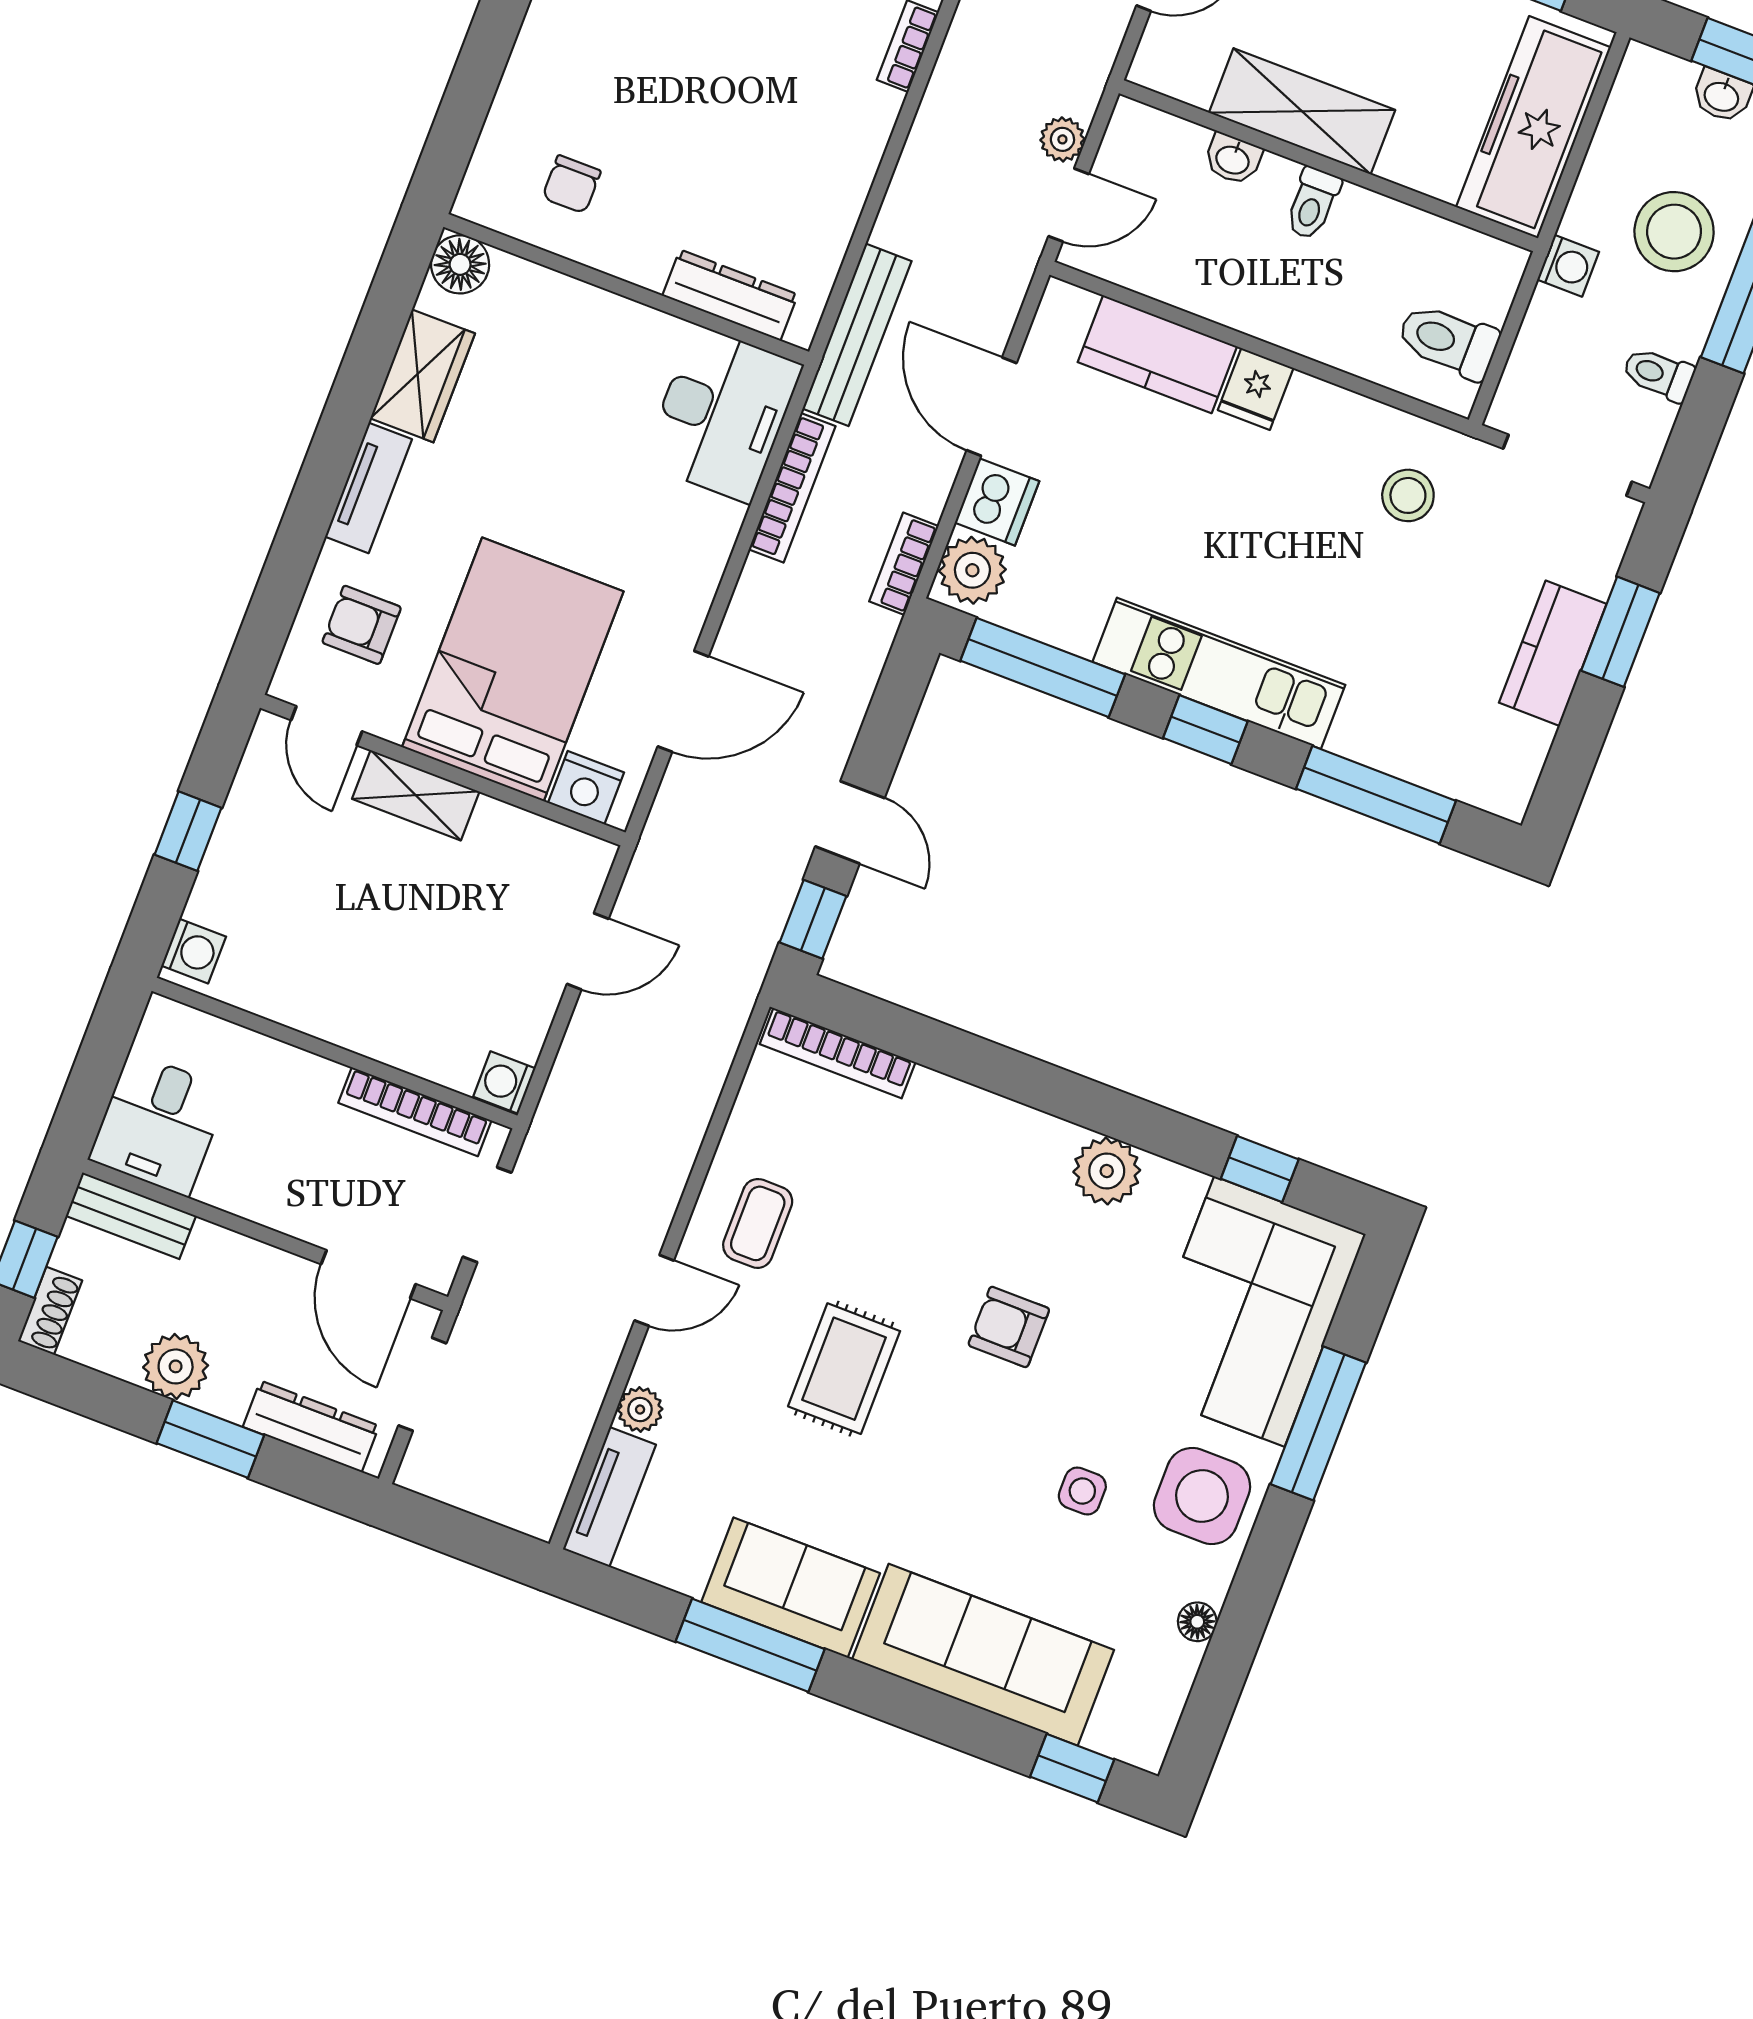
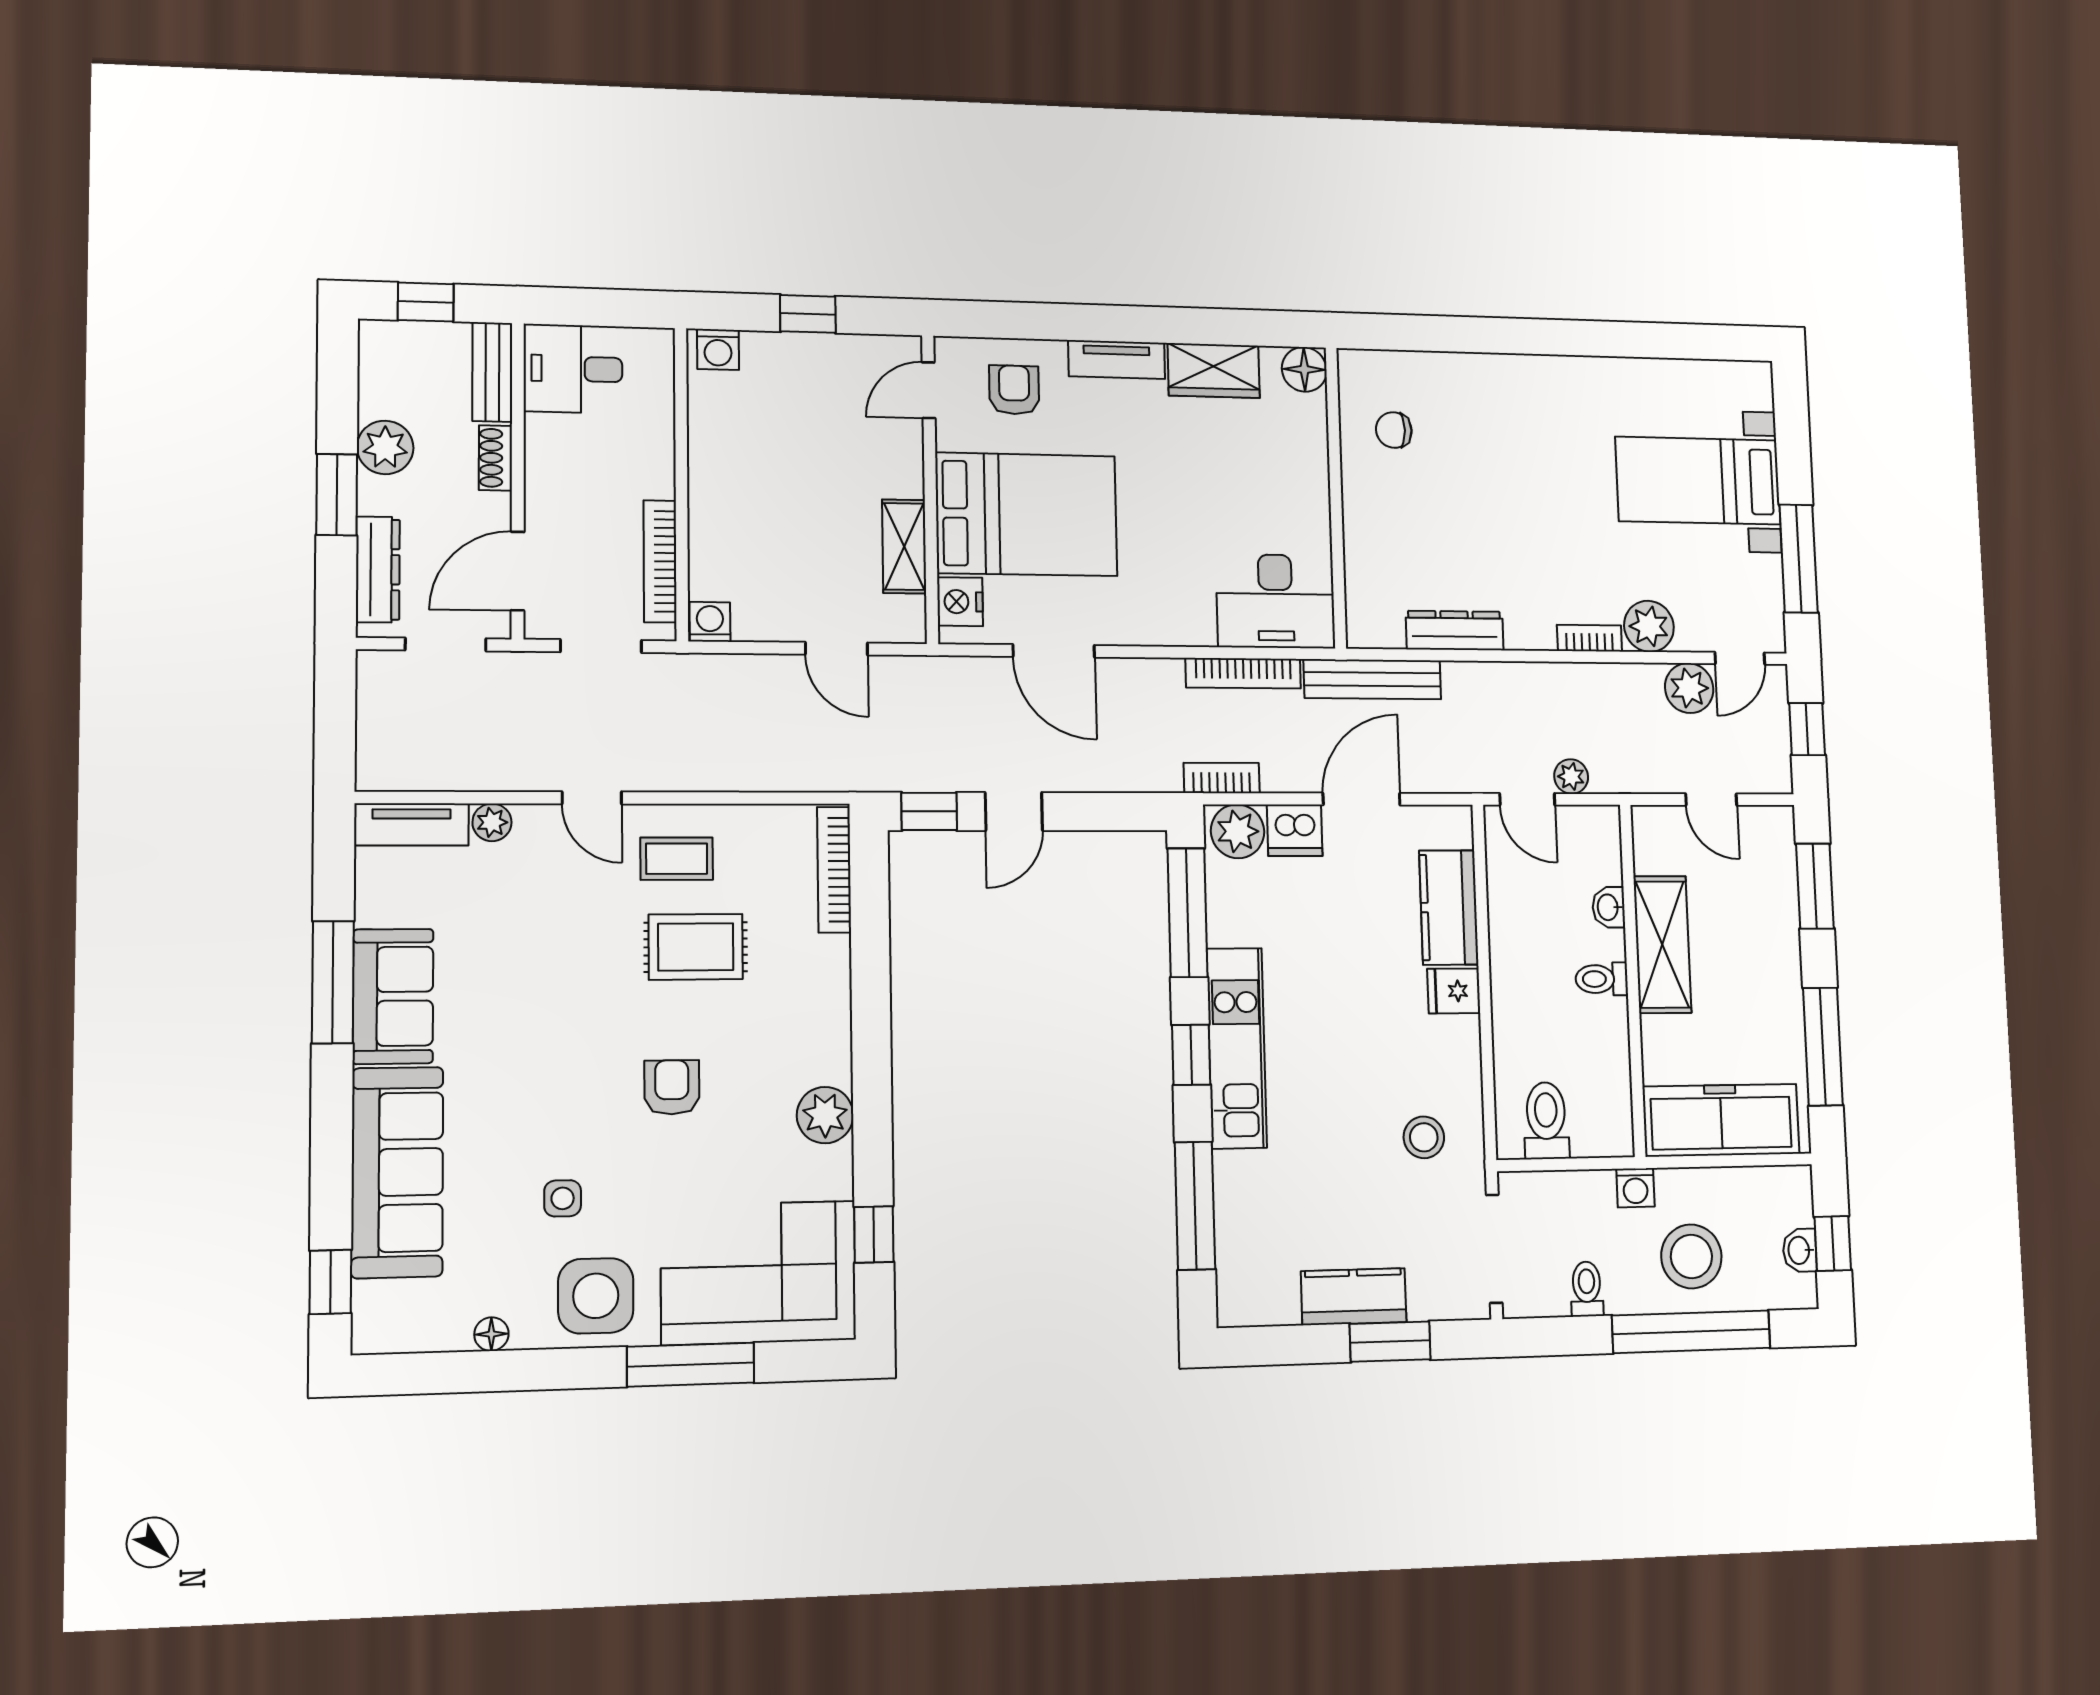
dresser: (730, 295) -> (1455, 630), moved, turned -90
shelving: (416, 795) -> (904, 547), moved
shoe rack: (50, 1311) -> (495, 458), moved, turned 90
rug: (844, 1369) -> (696, 947), moved

